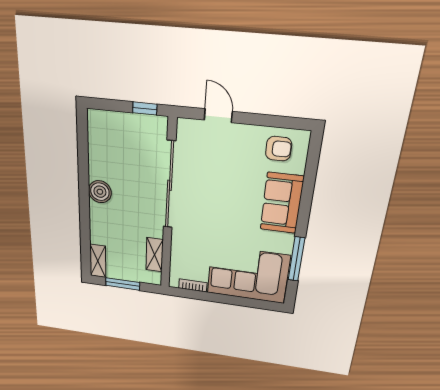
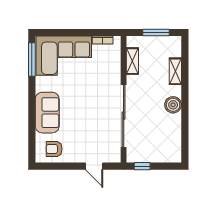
window: (296, 259) -> (32, 60), moved
shelving: (98, 261) -> (175, 71), moved

